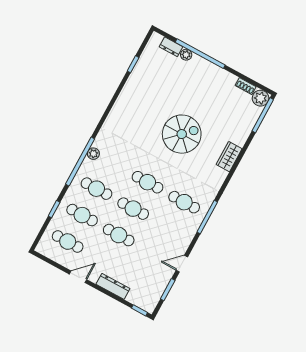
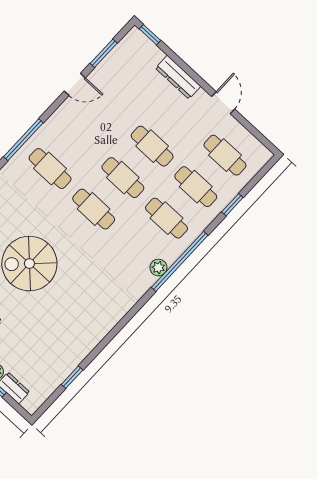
door: (78, 277) -> (223, 103), swing flipped

